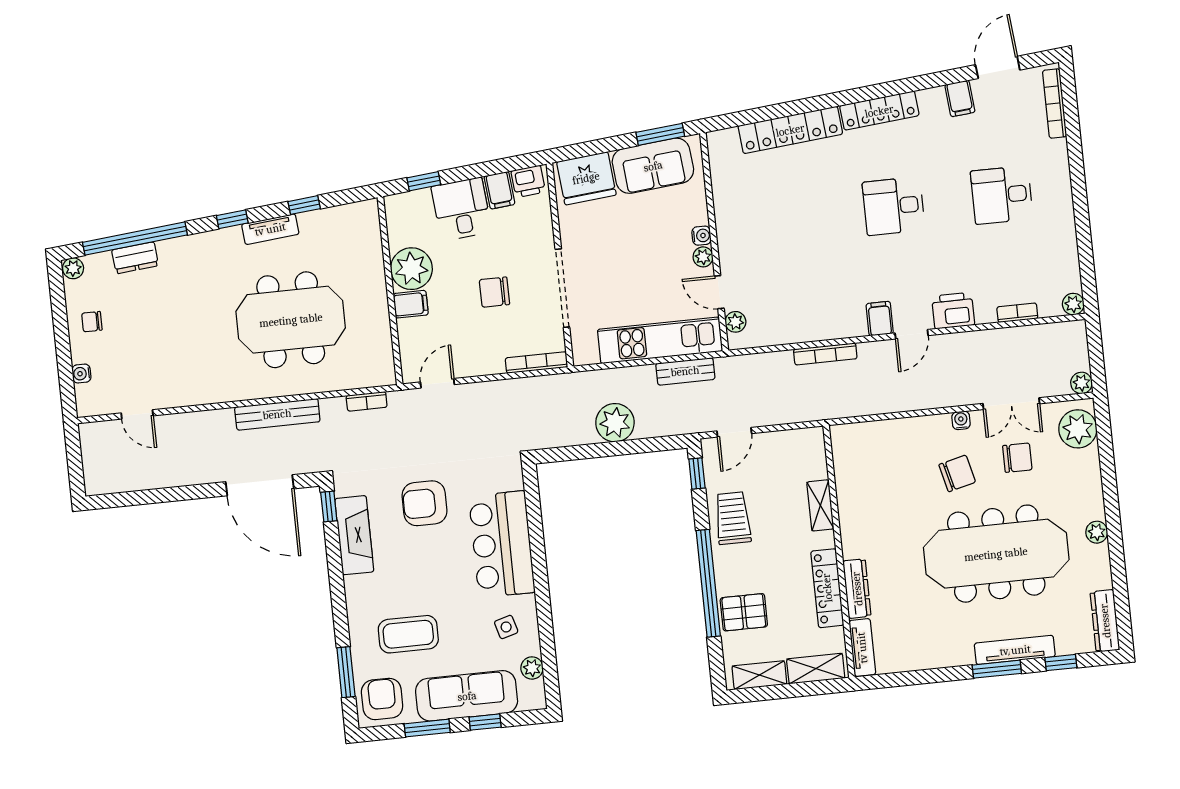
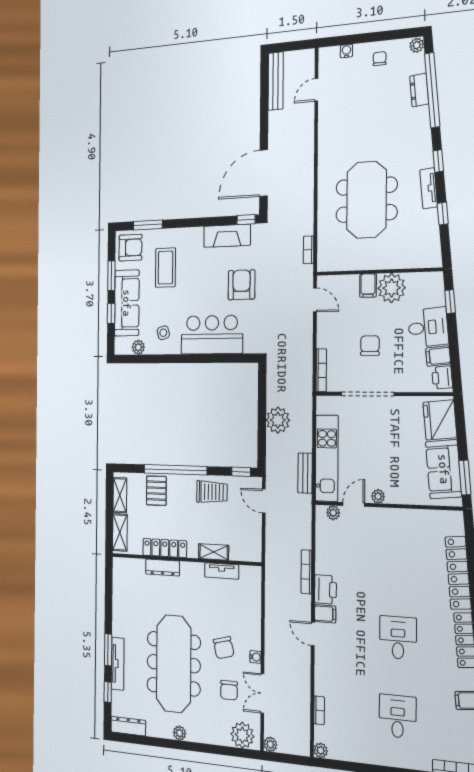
water cooler: (702, 236) -> (392, 497), removed
printer: (953, 311) -> (325, 589), moved
bench: (277, 414) -> (276, 81), moved
tv unit: (862, 648) -> (222, 571), moved

